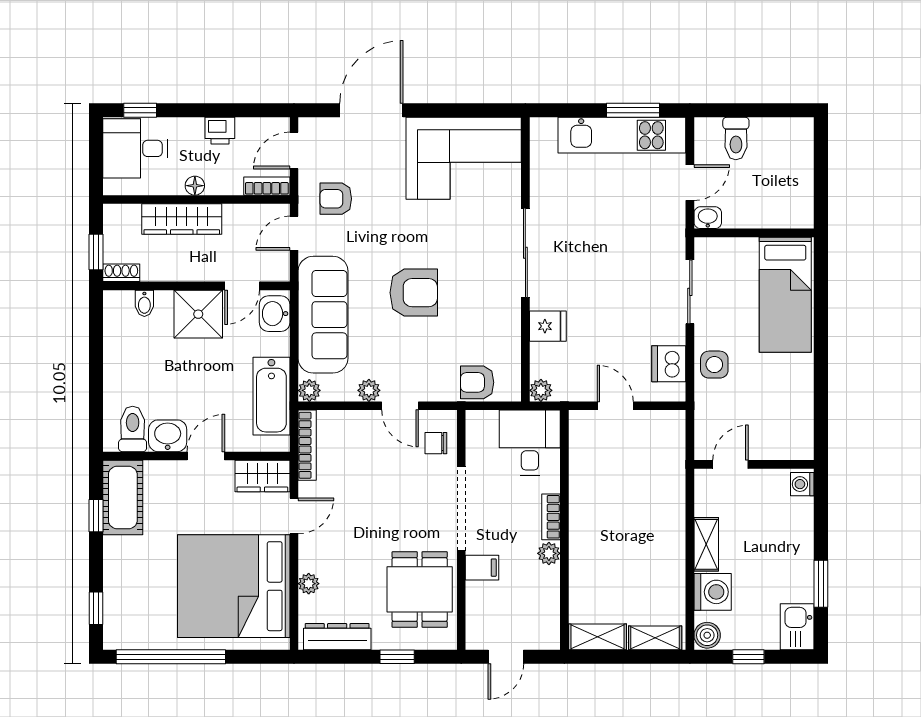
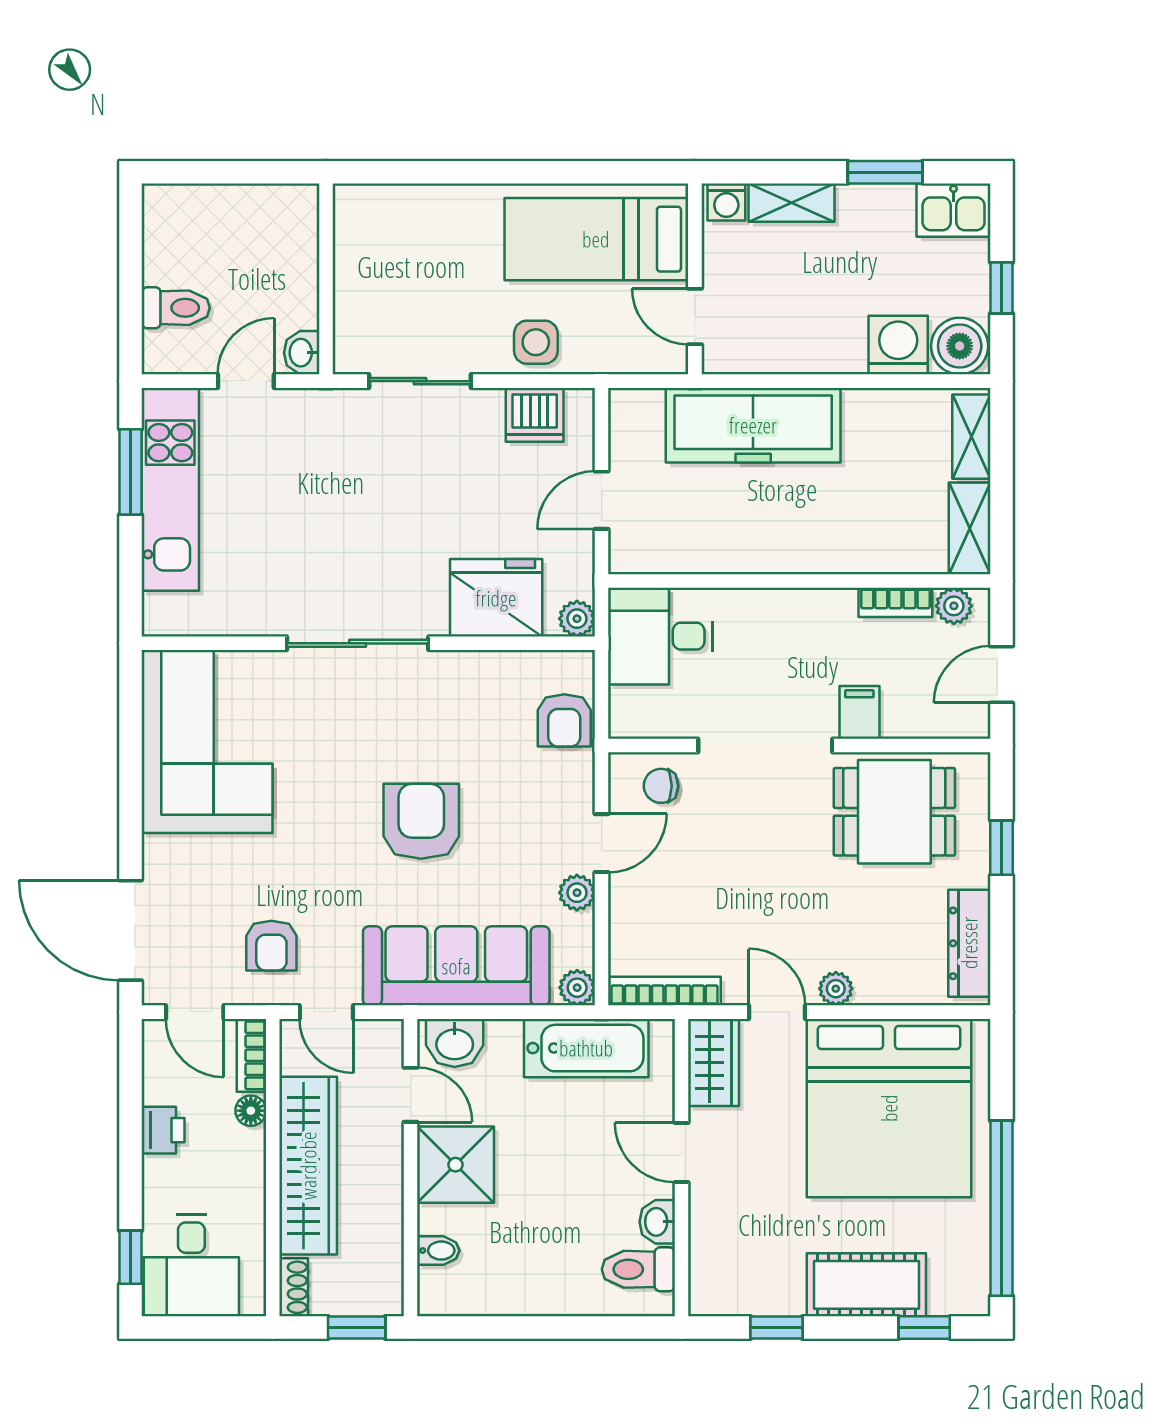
door: (371, 110) -> (131, 930), moved
door: (690, 183) -> (246, 381), hinge flipped
floor lamp: (195, 186) -> (251, 1111), moved
wardrobe: (182, 219) -> (308, 1166), width x1.40, depth x1.17
shoe rack: (121, 273) -> (294, 1287), moved, turned 180
bed: (785, 295) -> (596, 239), moved, turned 180
fridge: (548, 326) -> (496, 598), width x1.88, depth x1.34
washbasin: (168, 436) -> (657, 1222), width x0.72, depth x0.69
chair: (436, 443) -> (661, 786), turned 90
cot: (123, 497) -> (866, 1285), moved
freezer: (662, 501) -> (753, 425), added
bookcase: (551, 517) -> (895, 602), moved
shelving: (706, 544) -> (791, 203), moved
plant: (549, 553) -> (954, 606), moved
plant: (309, 584) -> (836, 989), moved
boiler: (707, 635) -> (960, 346), width x1.36, depth x1.36
door: (506, 657) -> (1001, 674), swing flipped

